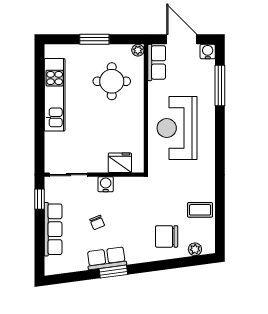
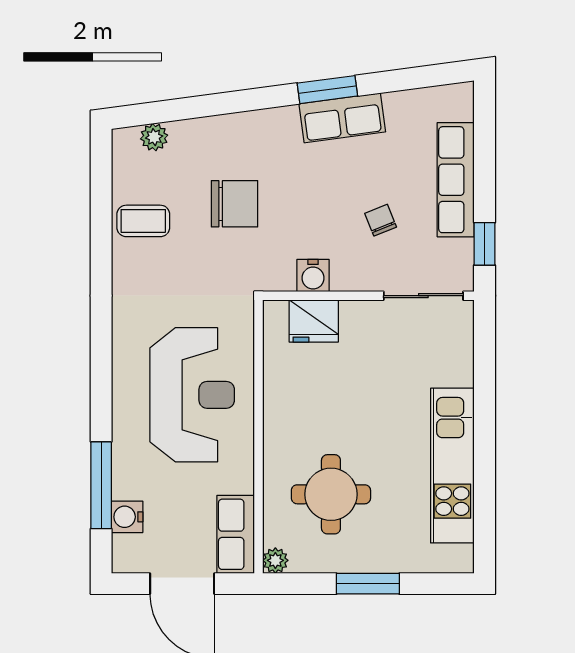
water cooler: (208, 51) -> (127, 517), moved, turned 90
water cooler: (106, 184) -> (313, 275), moved
chair: (97, 222) -> (381, 220), moved
chair: (167, 236) -> (235, 204), moved

